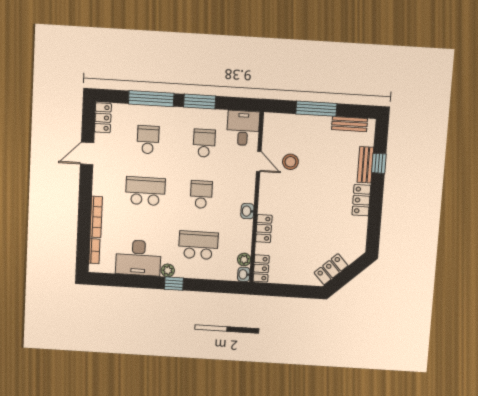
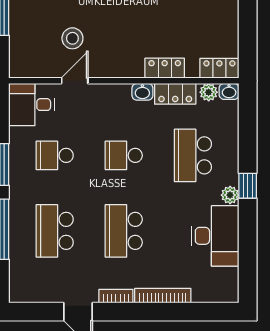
locker: (103, 118) -> (175, 94), moved, turned 180
school desk: (148, 140) -> (55, 231), width x1.85
bookcase: (94, 251) -> (116, 296), moved

